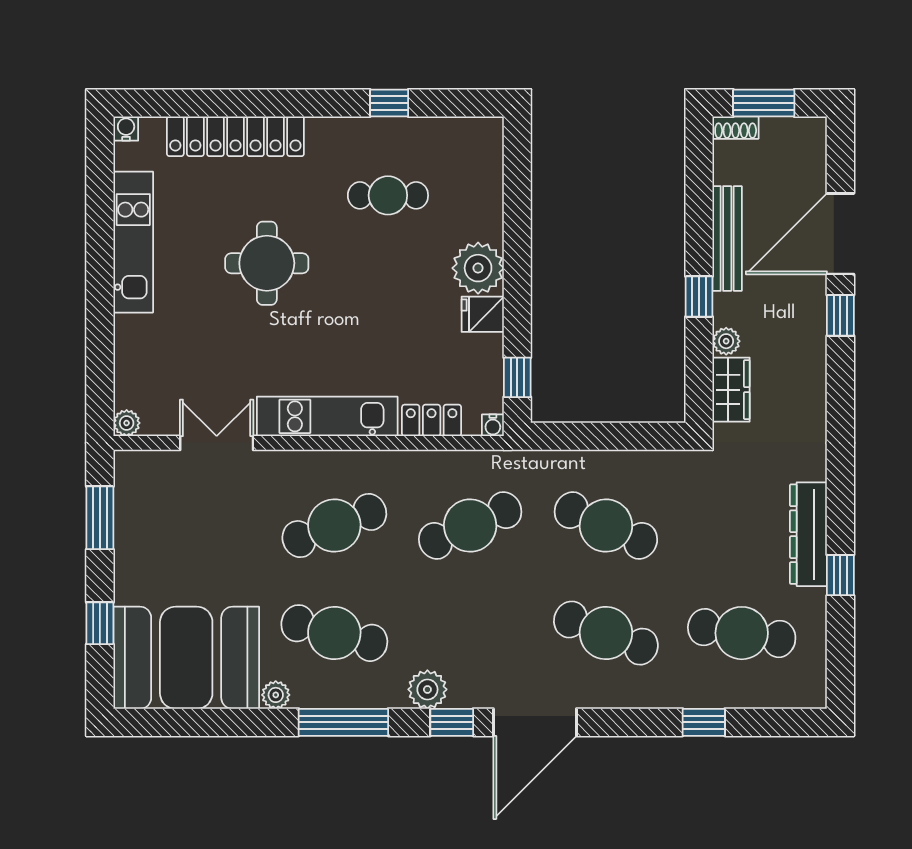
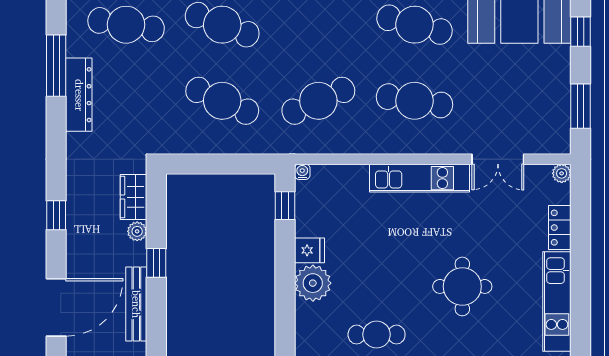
window: (840, 315) -> (56, 215), moved
locker: (432, 420) -> (560, 228), moved, turned 90
cafe table: (334, 526) -> (414, 101), turned 30
window: (840, 575) -> (56, 66), width x2.17

